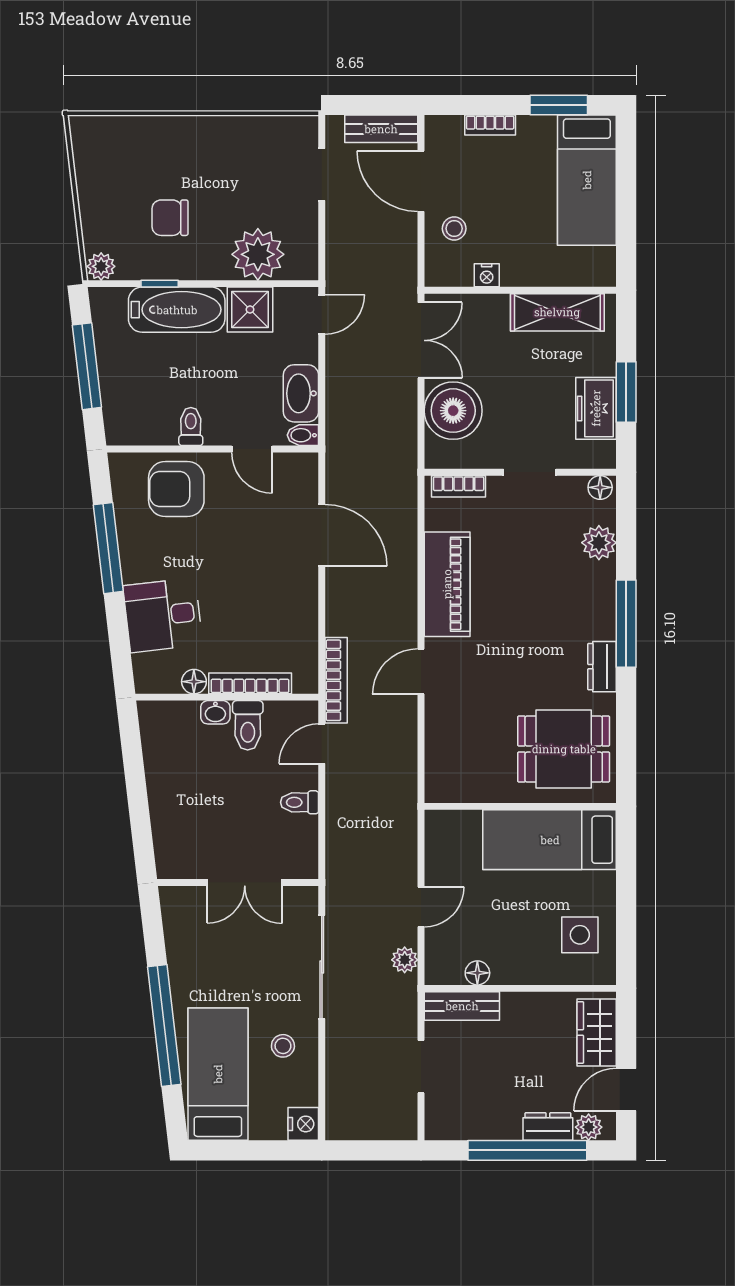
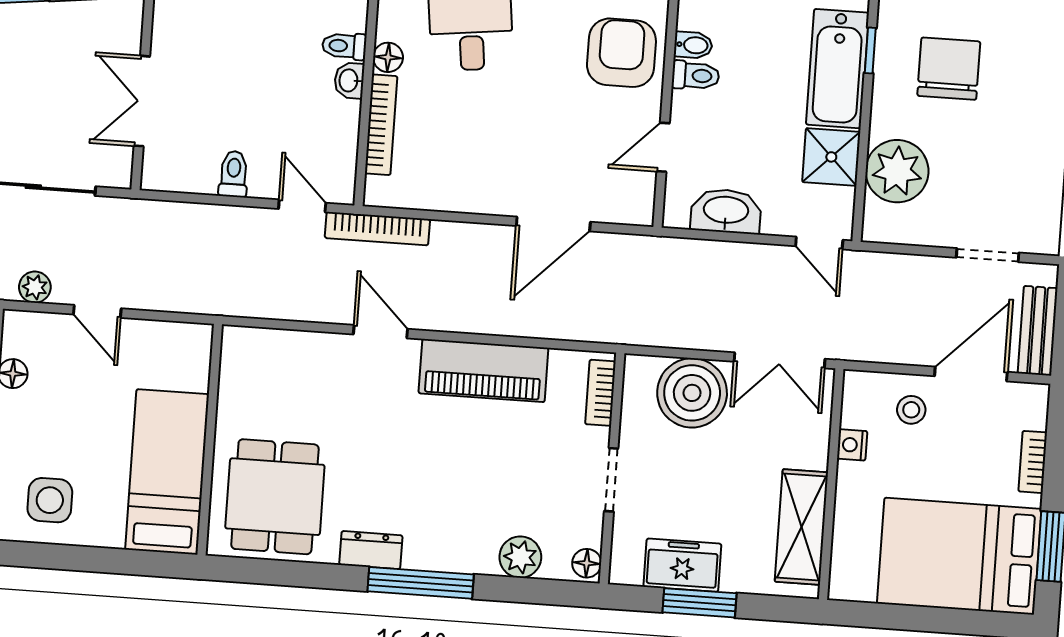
bed: (587, 180) -> (959, 556), width x1.50
chair: (170, 218) -> (949, 69), width x1.37, depth x1.37
bidet: (303, 435) -> (693, 45), moved, turned 90
toilet: (248, 725) -> (344, 46), moved, width x0.73, depth x0.72

